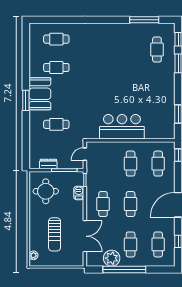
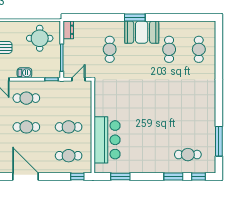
bar counter: (122, 127) -> (107, 140), moved
door: (85, 154) -> (79, 79), hinge flipped
dresser: (48, 164) -> (68, 30), moved
barbecue: (79, 193) -> (24, 73), moved

